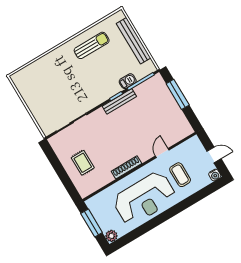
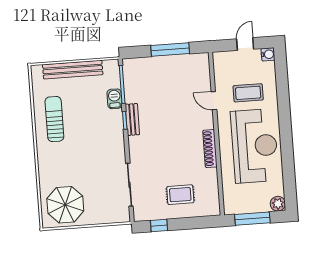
parasol: (34, 84) -> (65, 205), added
window: (178, 94) -> (170, 49), moved
bench: (119, 101) -> (132, 119), width x0.73
window: (53, 159) -> (159, 225), added

